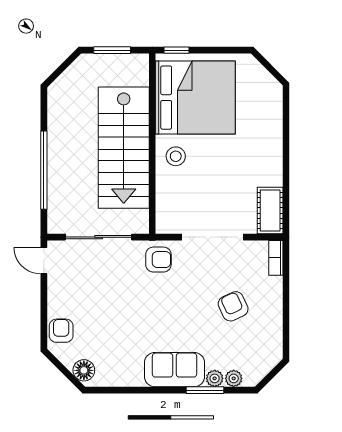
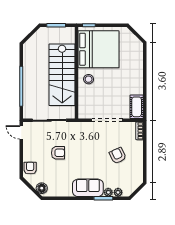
armchair: (158, 260) -> (58, 153), moved

